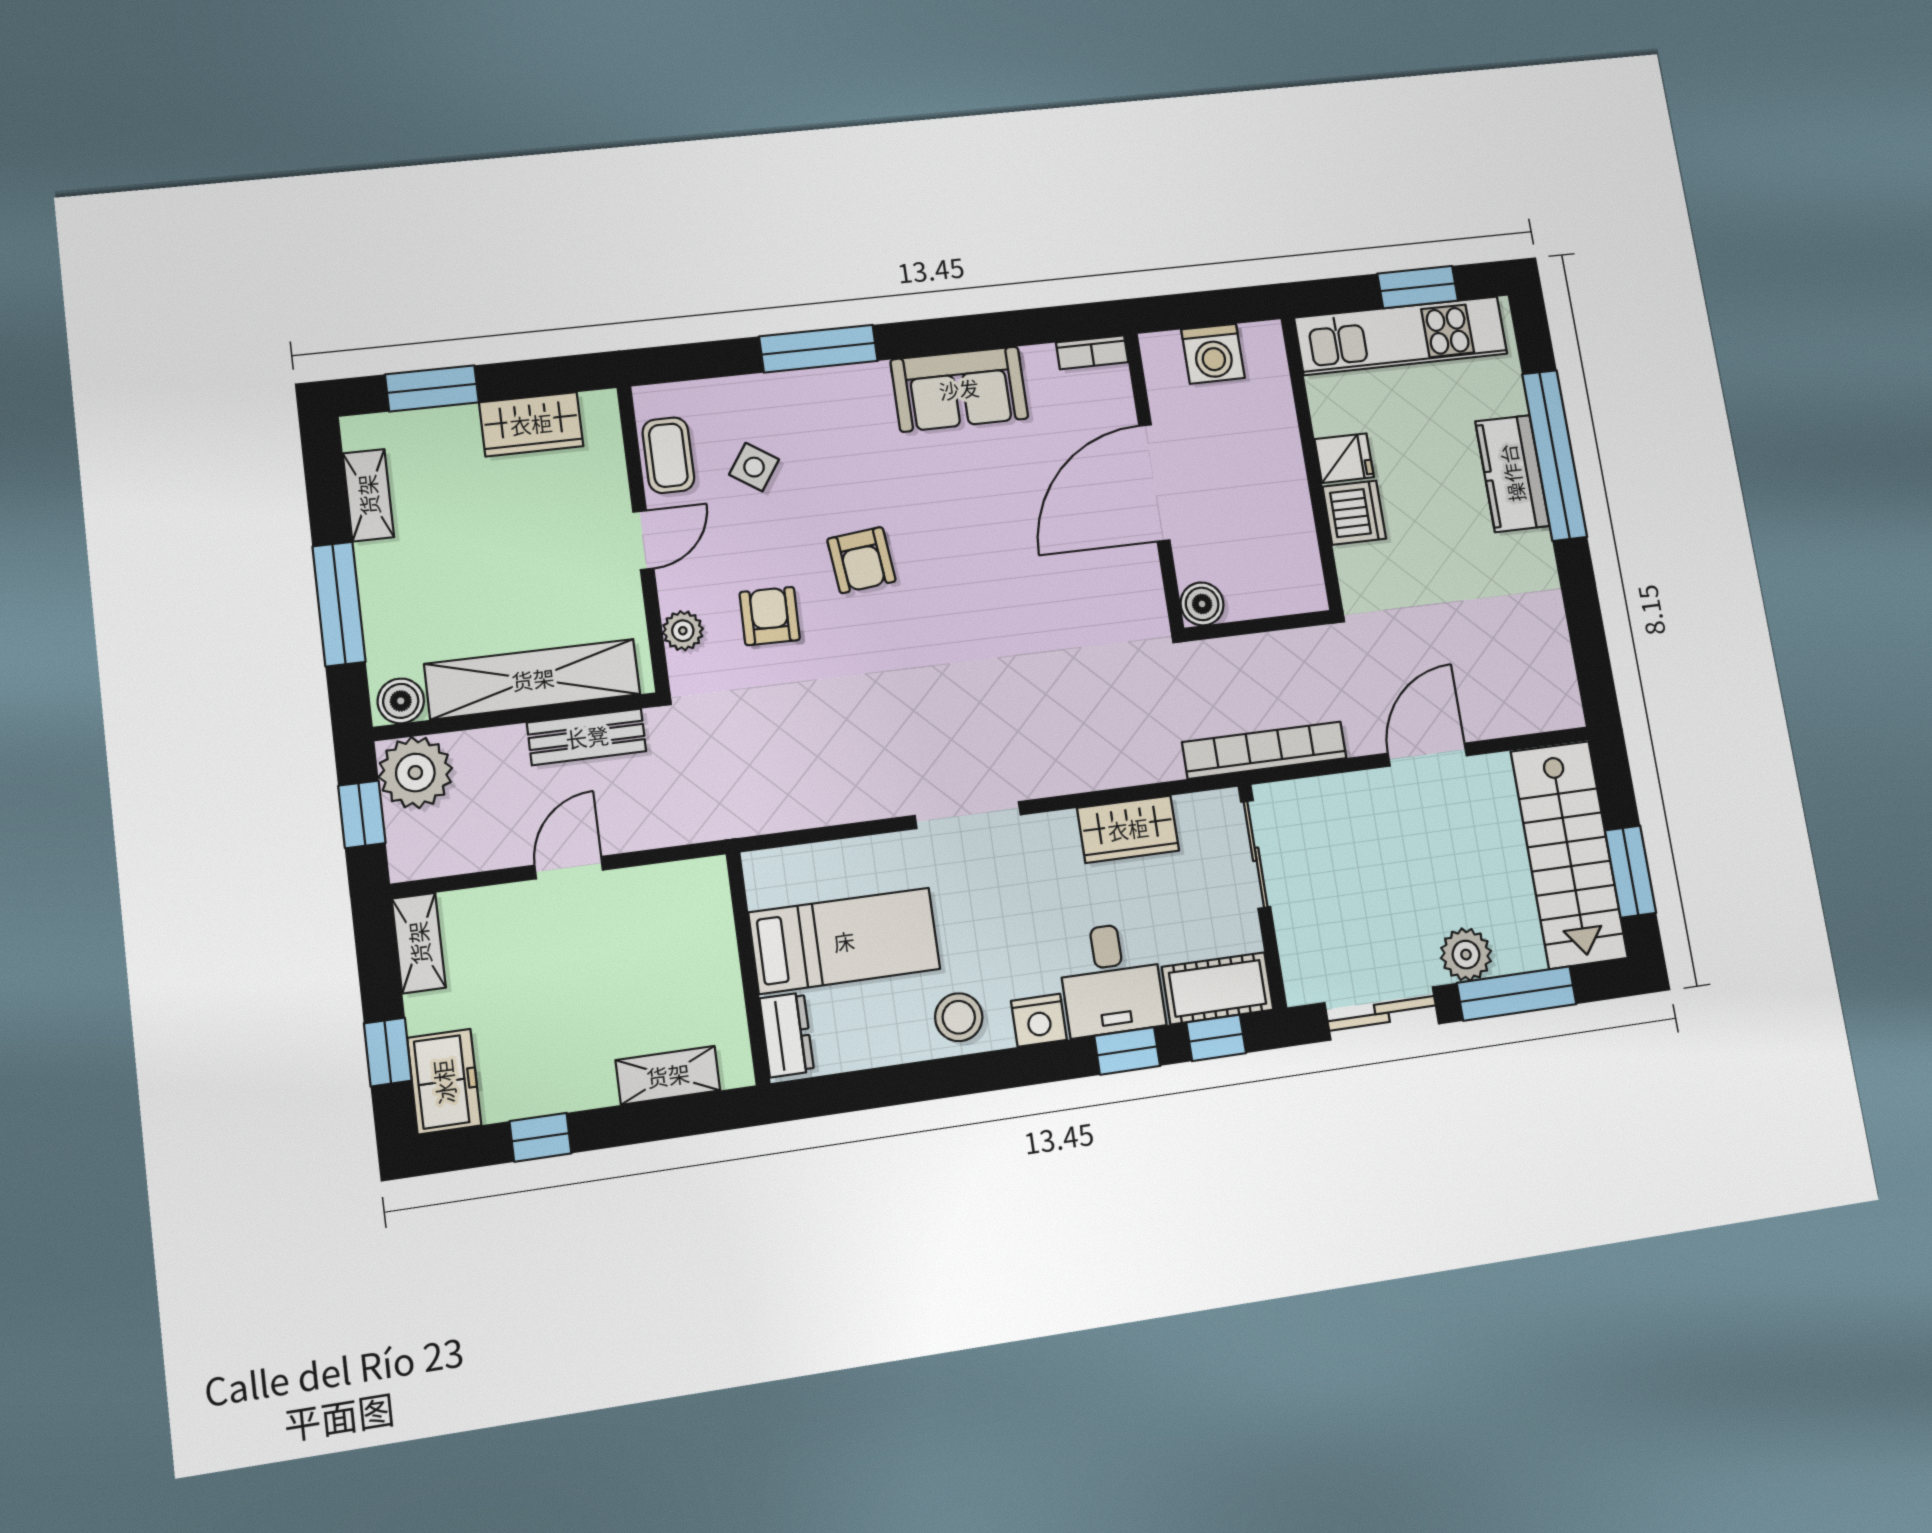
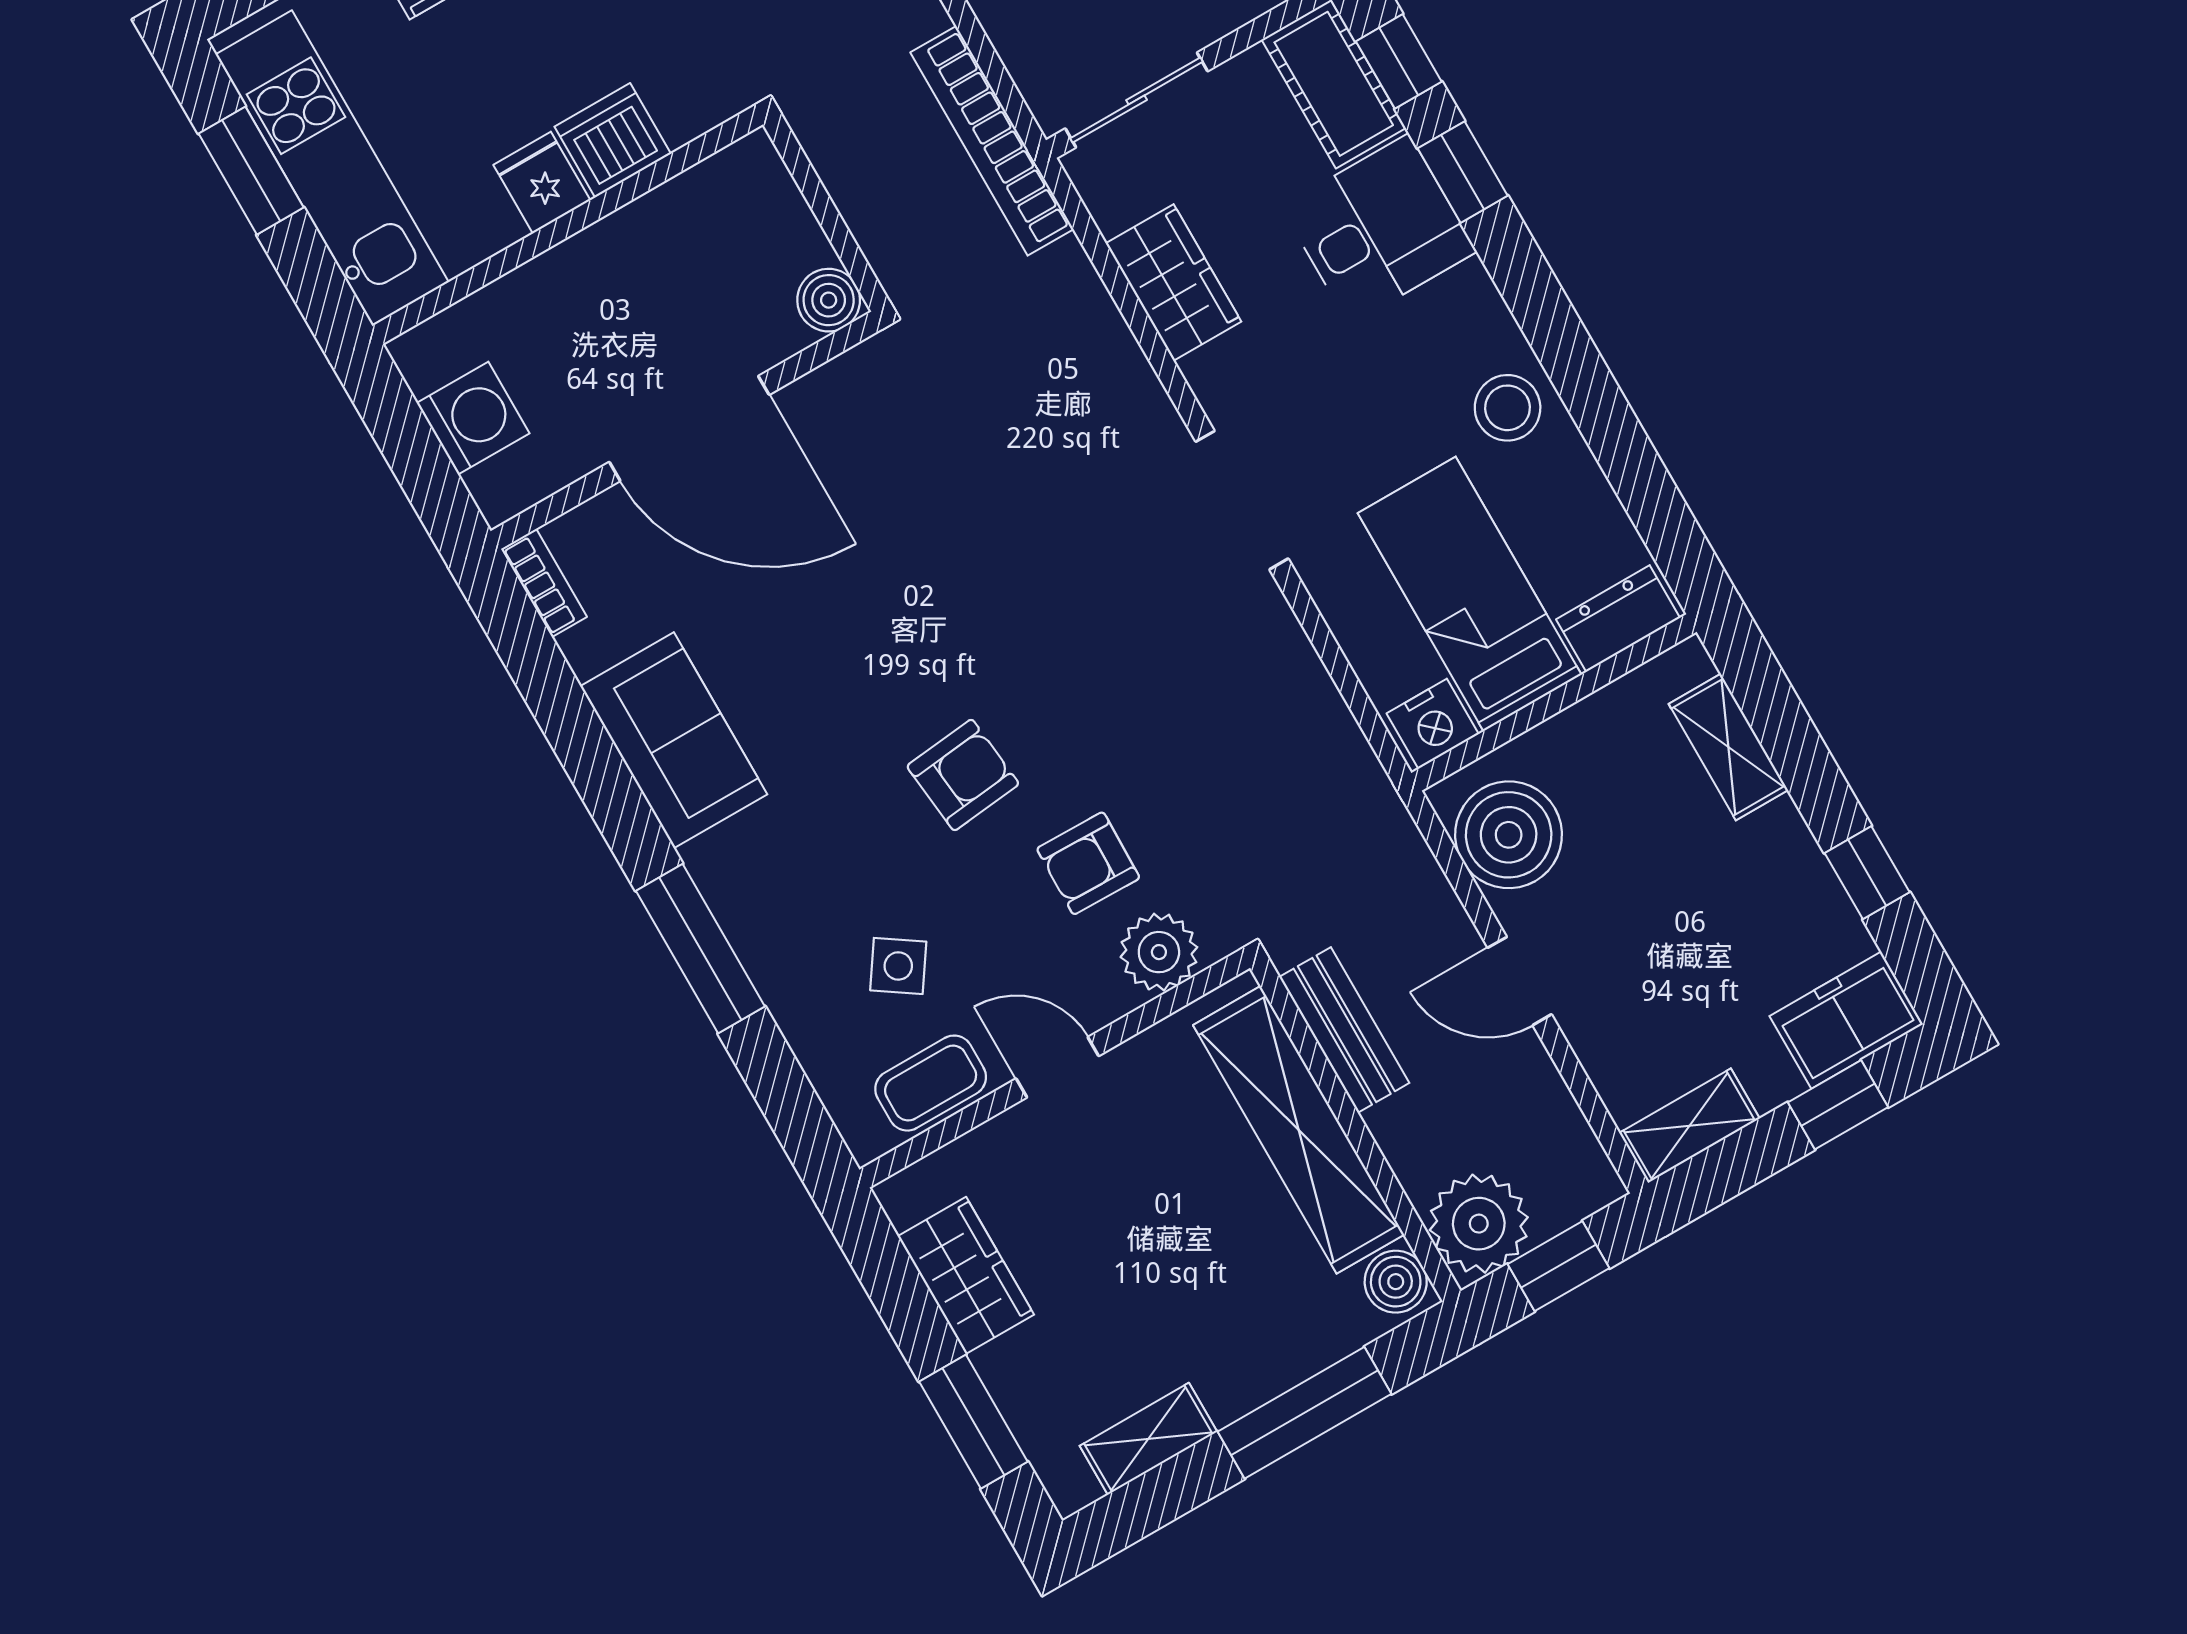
plant: (683, 631) -> (1159, 952), width x1.38, depth x1.38
boiler: (671, 901) -> (1509, 835), added
nightstand: (1039, 1020) -> (1433, 724), moved, turned 90

